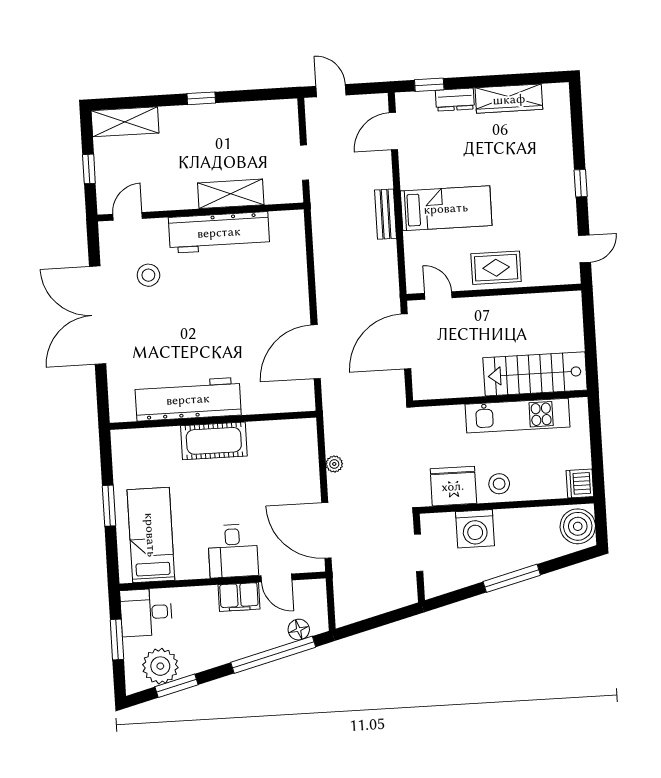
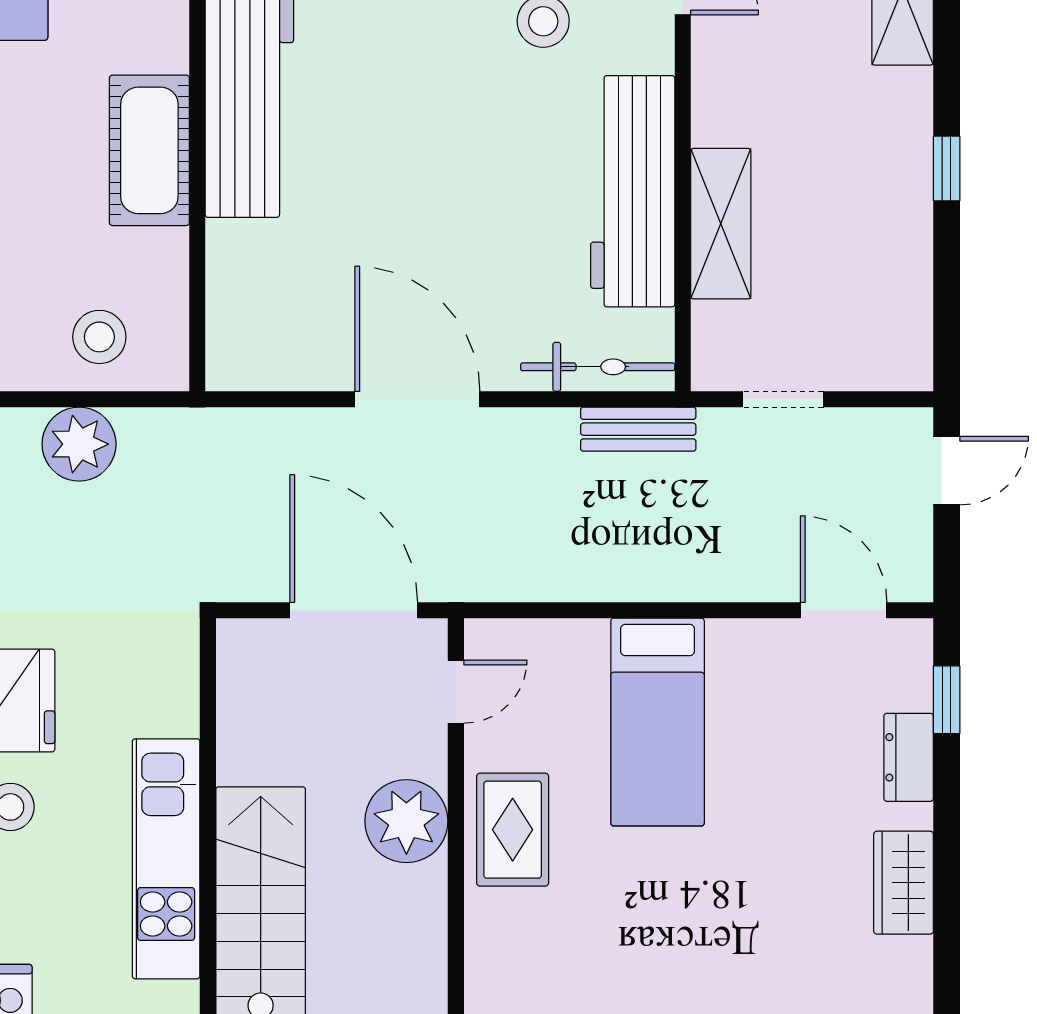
wardrobe: (509, 99) -> (904, 883), width x0.67
bench: (386, 214) -> (638, 429), moved
bicycle: (295, 243) -> (598, 367), added
plant: (495, 313) -> (406, 821), added
door: (316, 352) -> (417, 399), moved
stool: (295, 458) -> (99, 337), added
plant: (334, 464) -> (79, 444), width x1.88, depth x1.88

